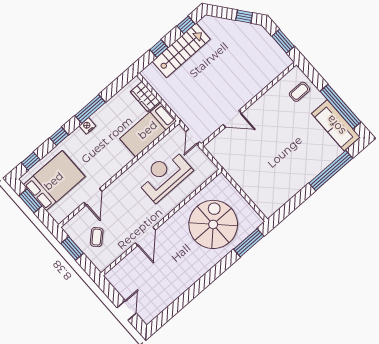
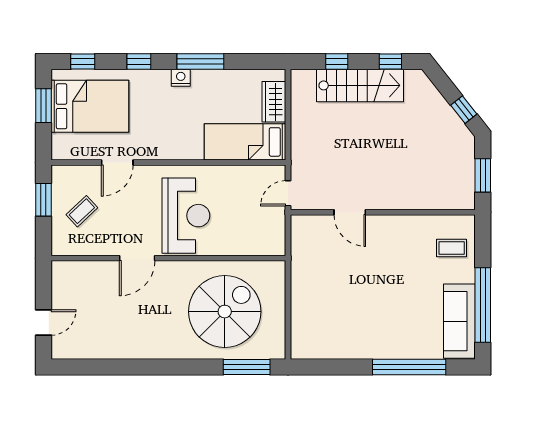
reception desk: (164, 175) -> (186, 216), moved, turned 90

